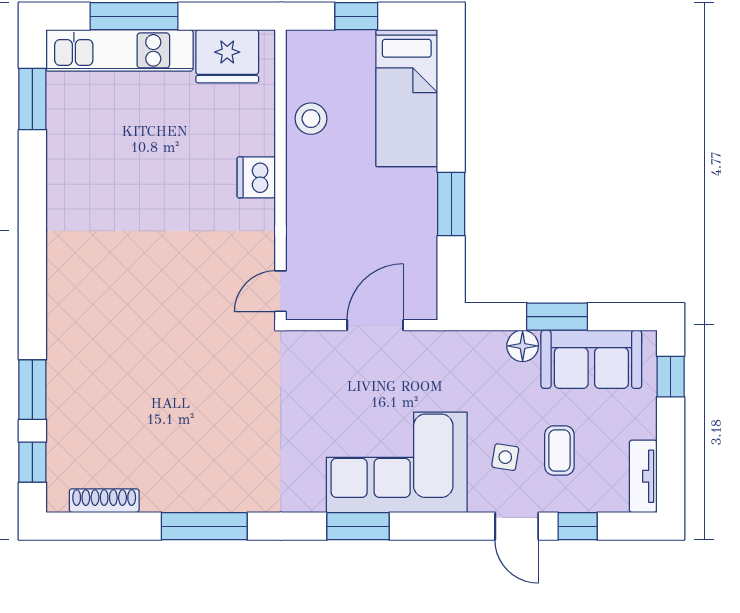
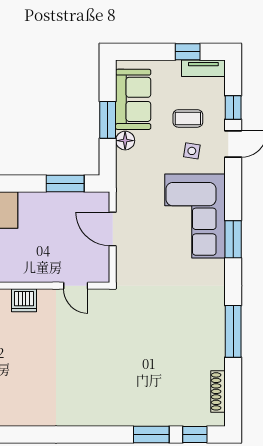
window: (451, 204) -> (65, 183), moved
door: (281, 291) -> (76, 286), moved
window: (671, 377) -> (188, 52), moved

